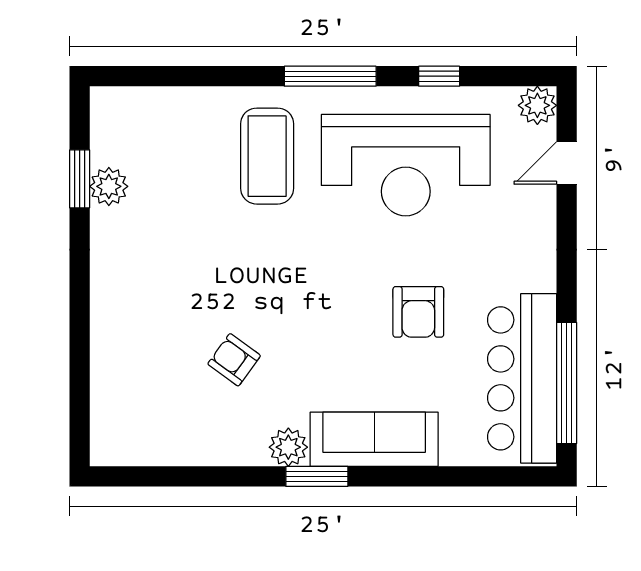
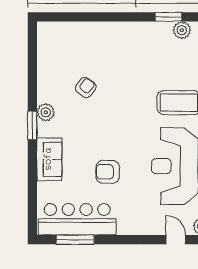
plant: (109, 186) -> (182, 30), moved
window: (567, 383) -> (75, 240), width x0.68
sofa: (374, 439) -> (49, 159), width x0.73

